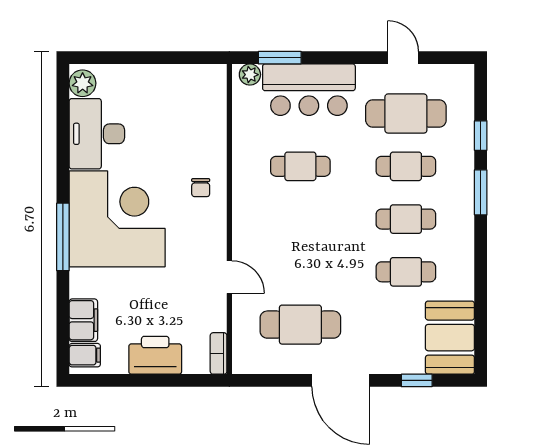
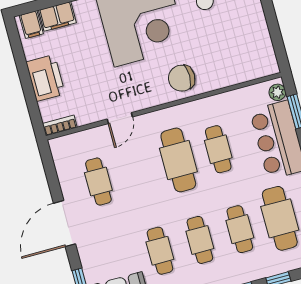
chair: (201, 188) -> (182, 78), width x1.87, depth x1.87
cafe table: (300, 219) -> (178, 160), added
cafe table: (300, 325) -> (98, 182), width x0.73, depth x0.74

